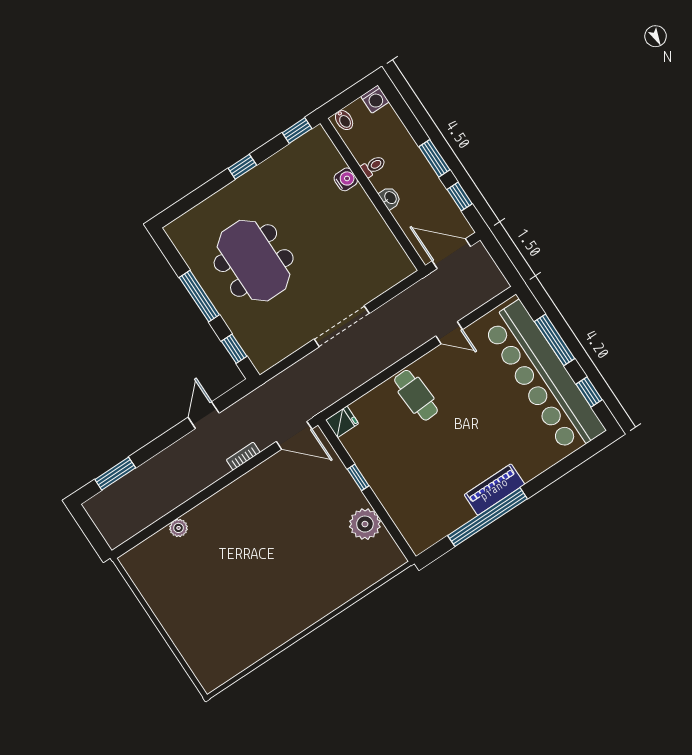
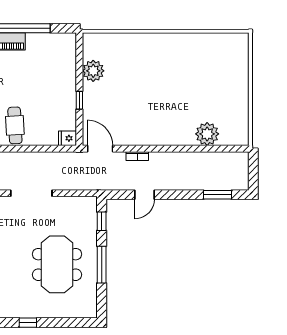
plant: (179, 528) -> (207, 134), width x1.87, depth x1.87

